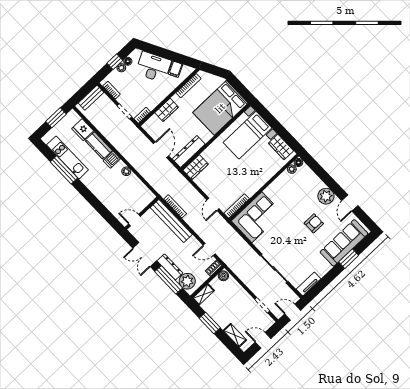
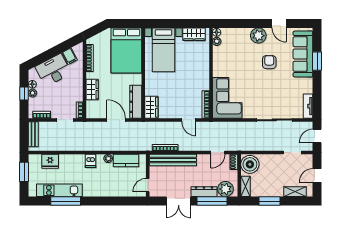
kitchen counter: (99, 145) -> (126, 161), moved
boiler: (223, 276) -> (250, 164), width x1.86, depth x1.86

